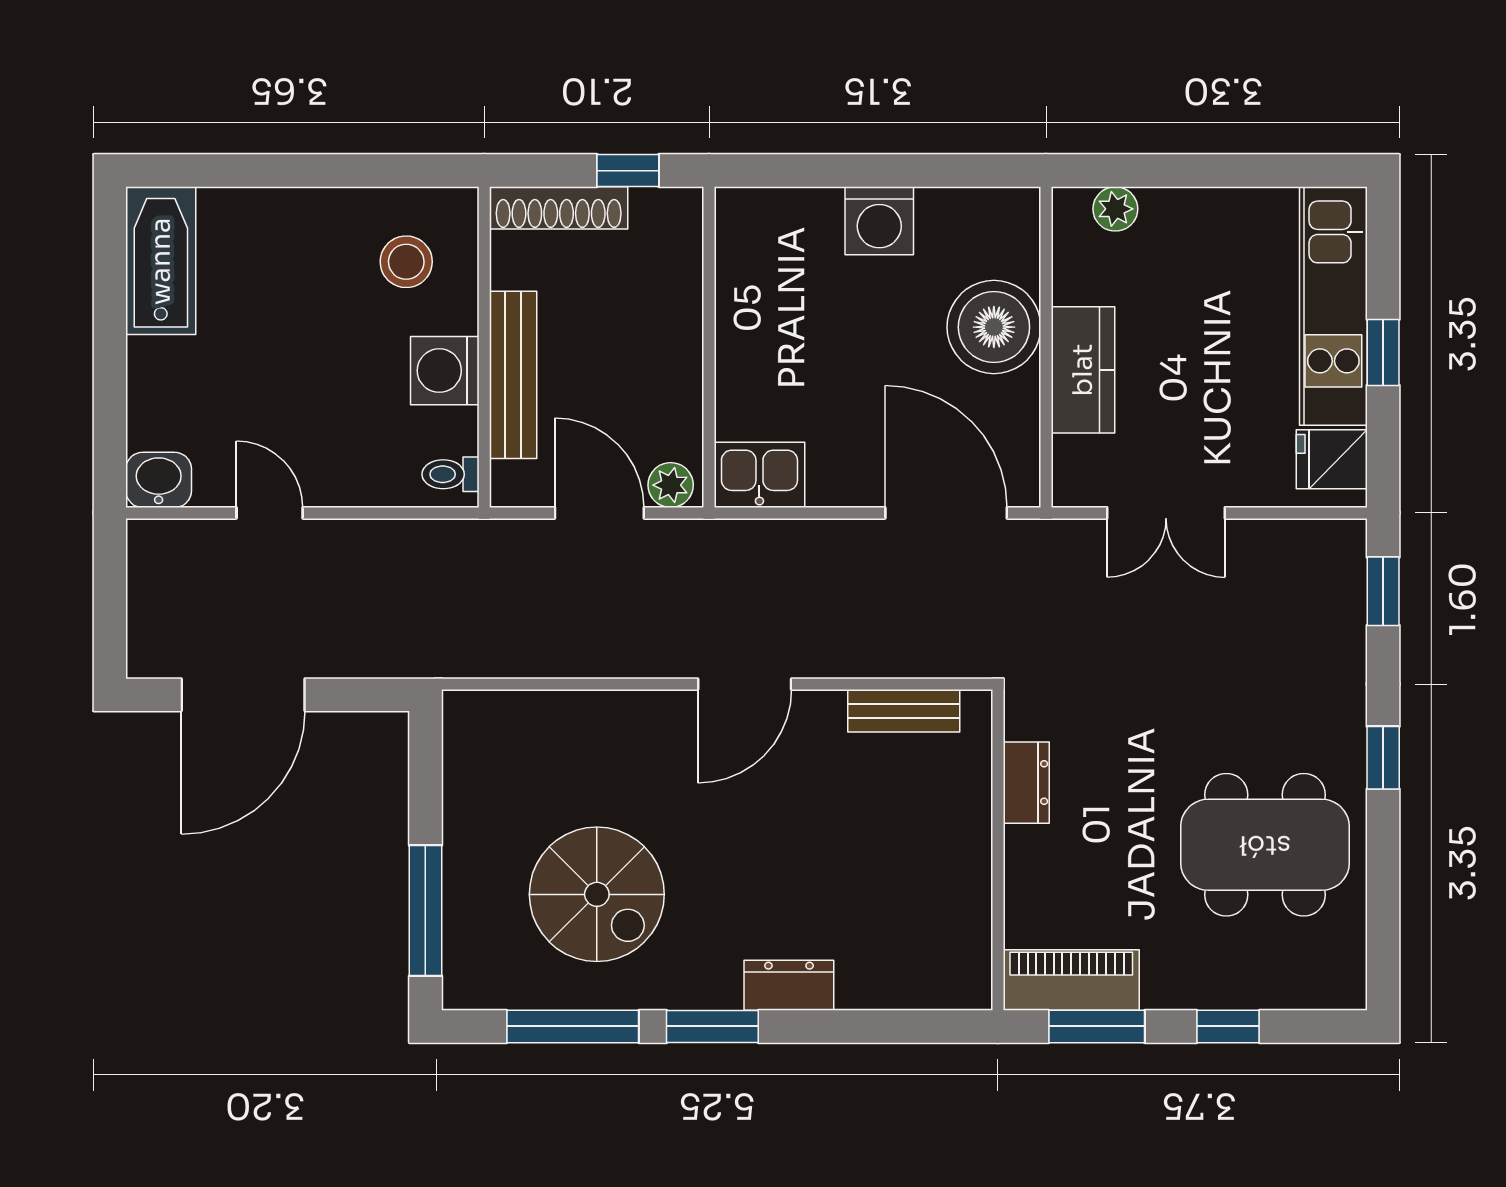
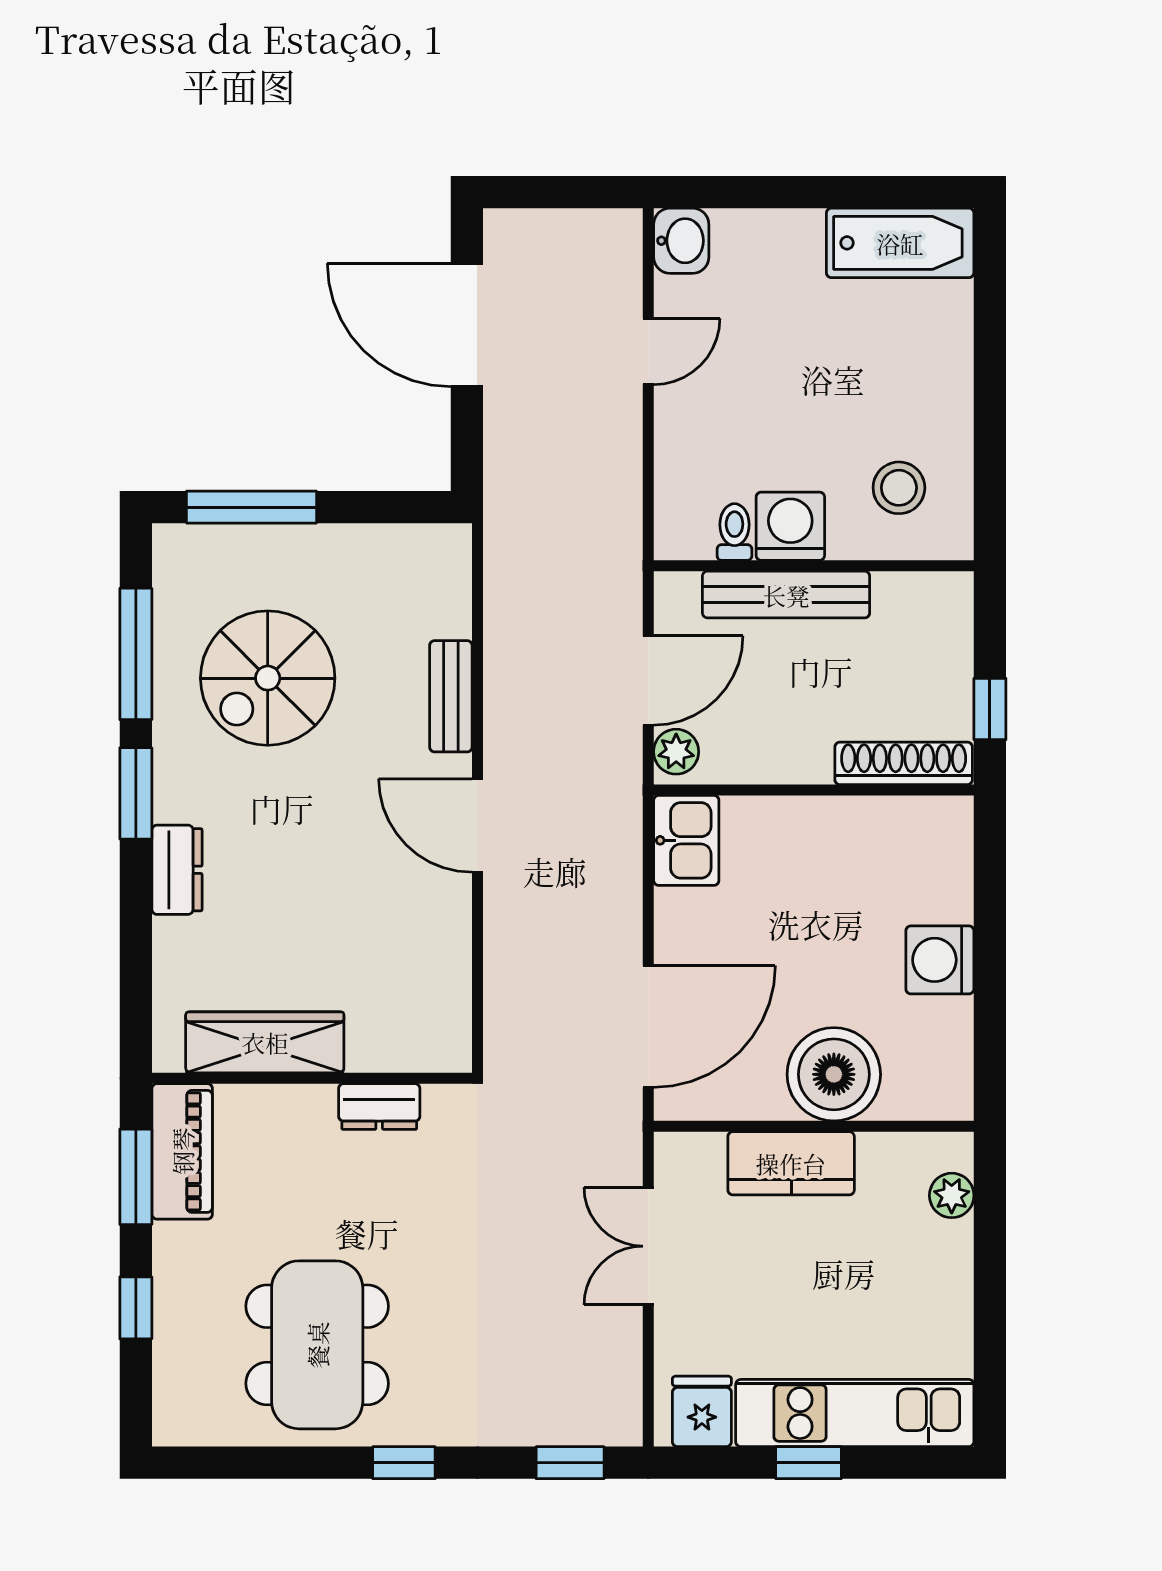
shoe rack: (559, 208) -> (904, 763), moved, turned 90
toilet: (451, 474) -> (734, 532), moved
bench: (904, 711) -> (451, 696), moved
wardrobe: (962, 897) -> (265, 1042), added

